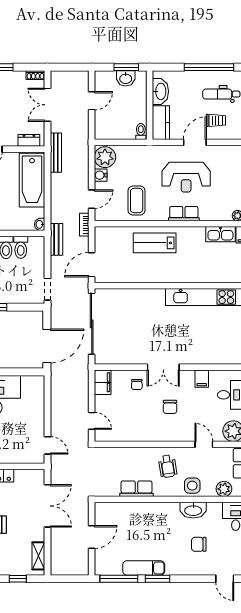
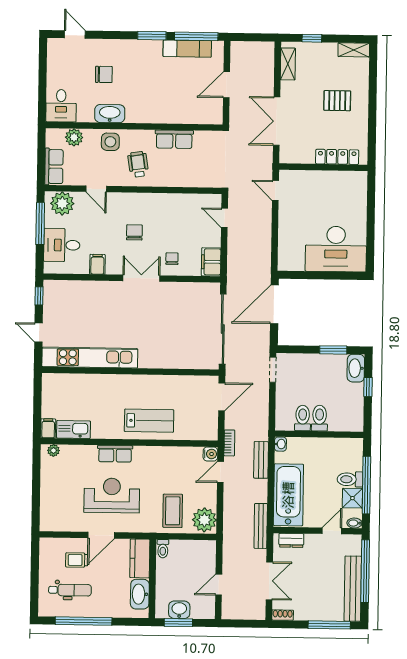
water cooler: (101, 175) -> (210, 454), moved
coffee table: (137, 201) -> (173, 511), moved
bench: (56, 239) -> (261, 460), moved
exam couch: (144, 568) -> (187, 49), moved

